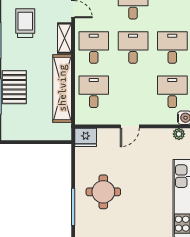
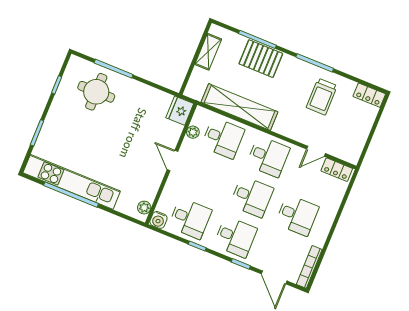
trolley: (25, 23) -> (322, 97), turned 90
shelving: (64, 38) -> (208, 52), moved, turned 90
plant: (99, 119) -> (193, 132), added
round table: (103, 192) -> (96, 92), moved

